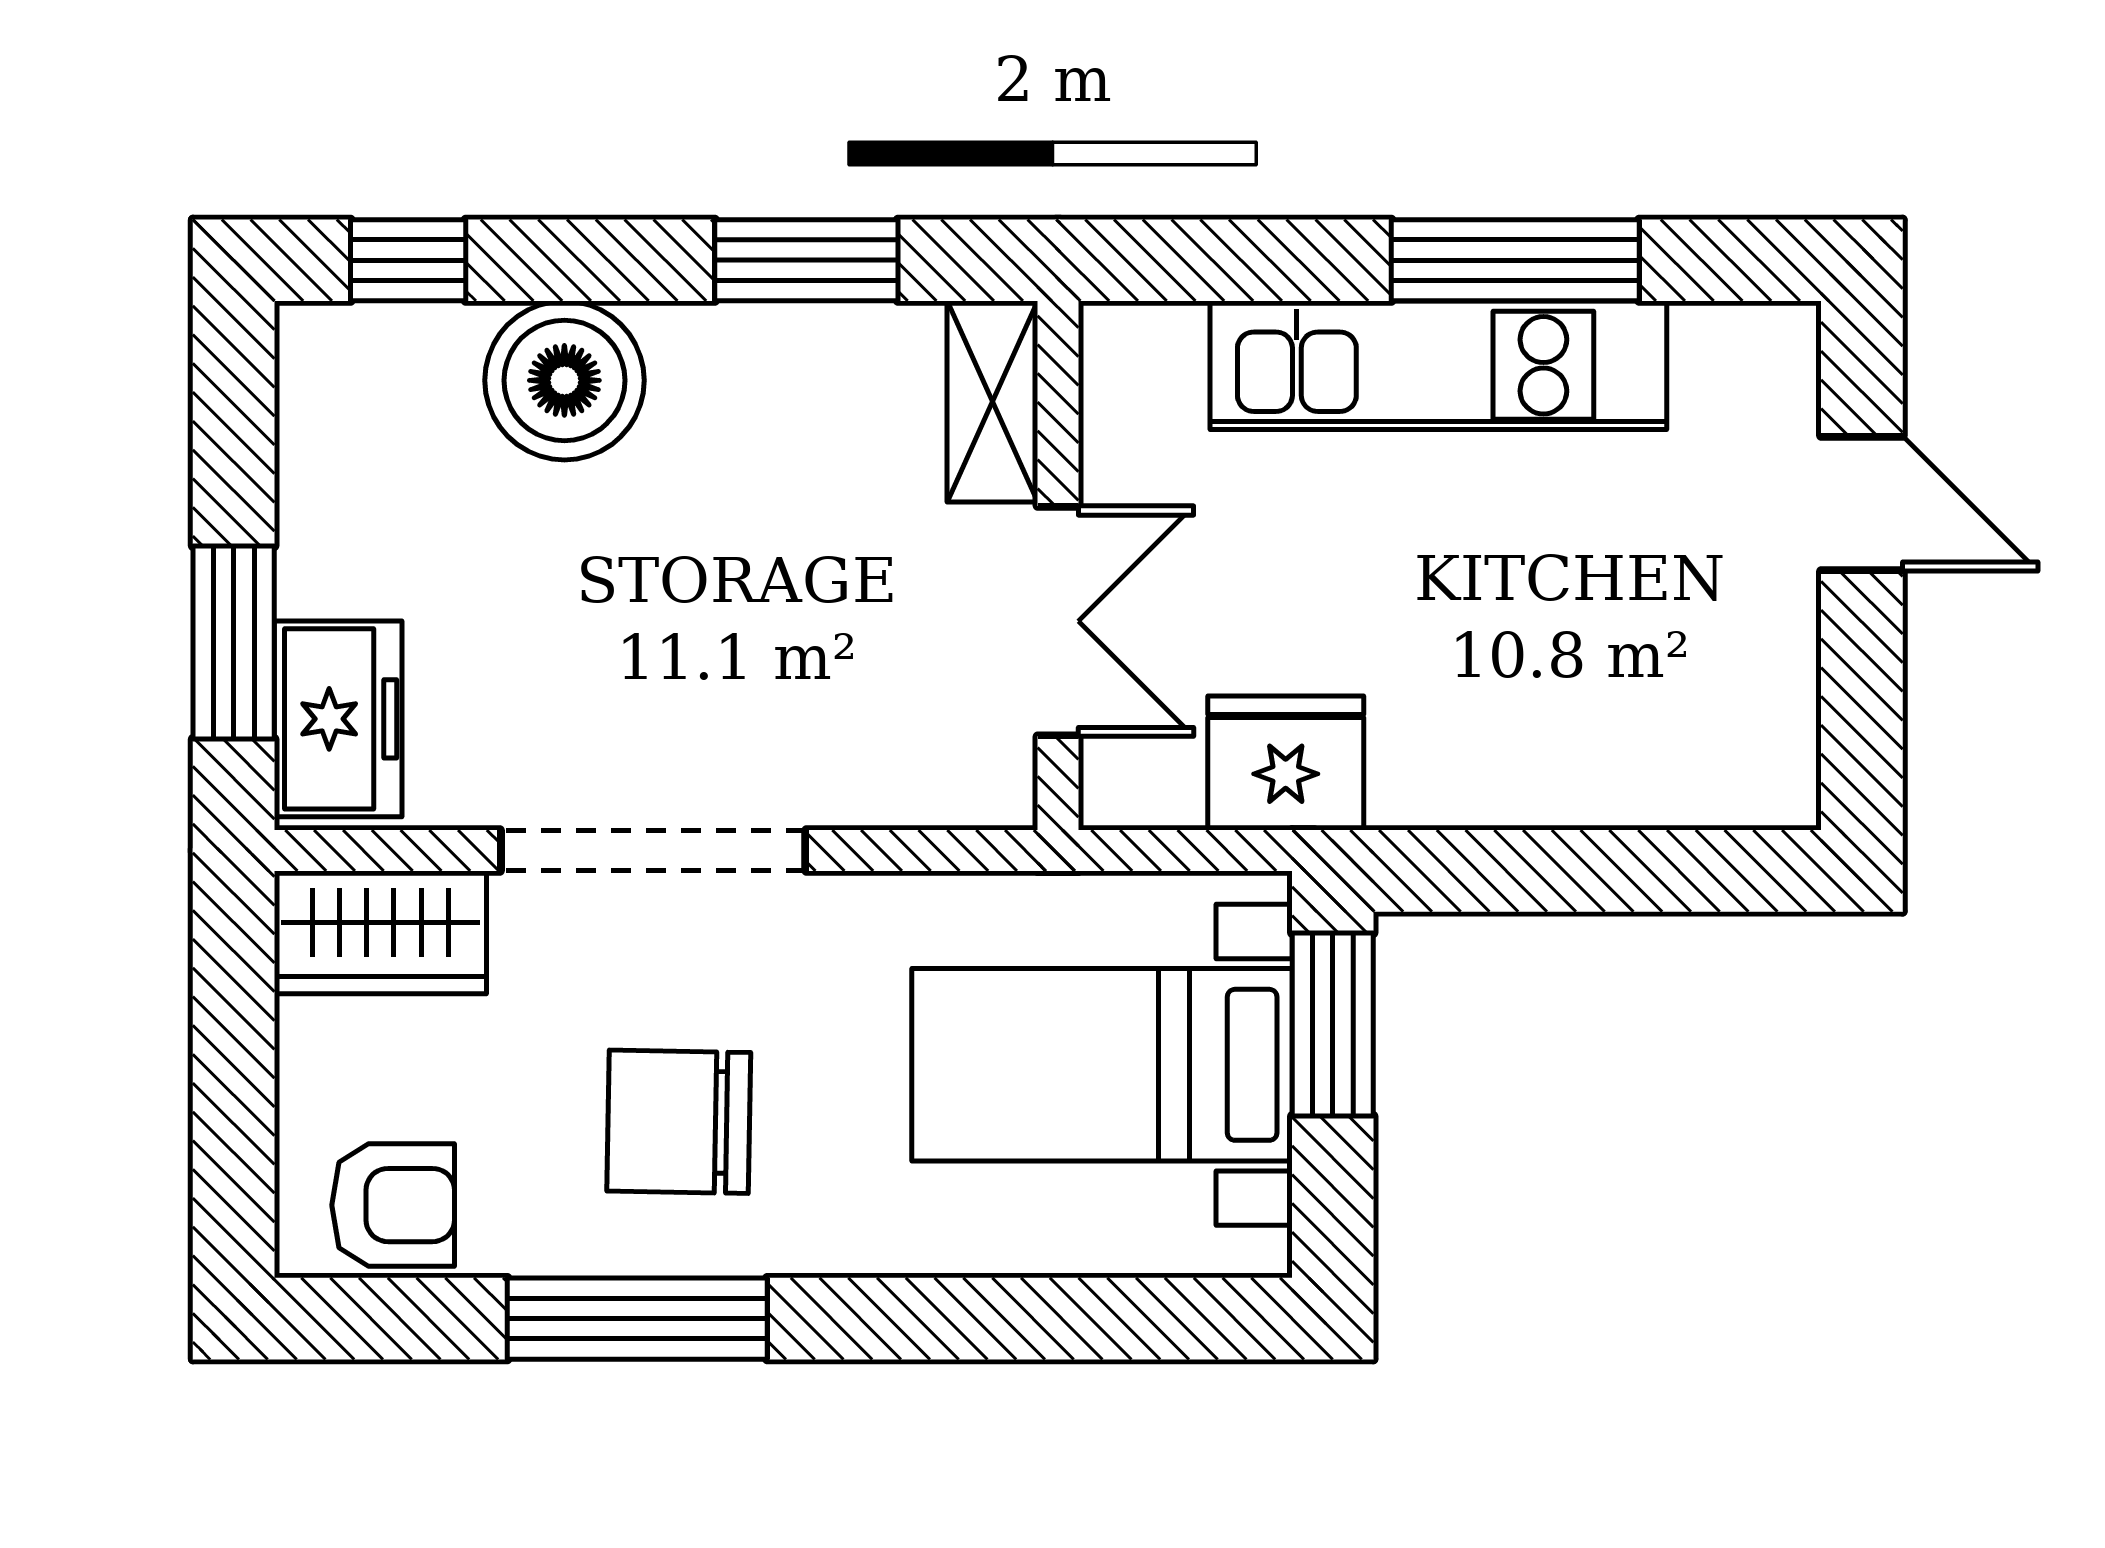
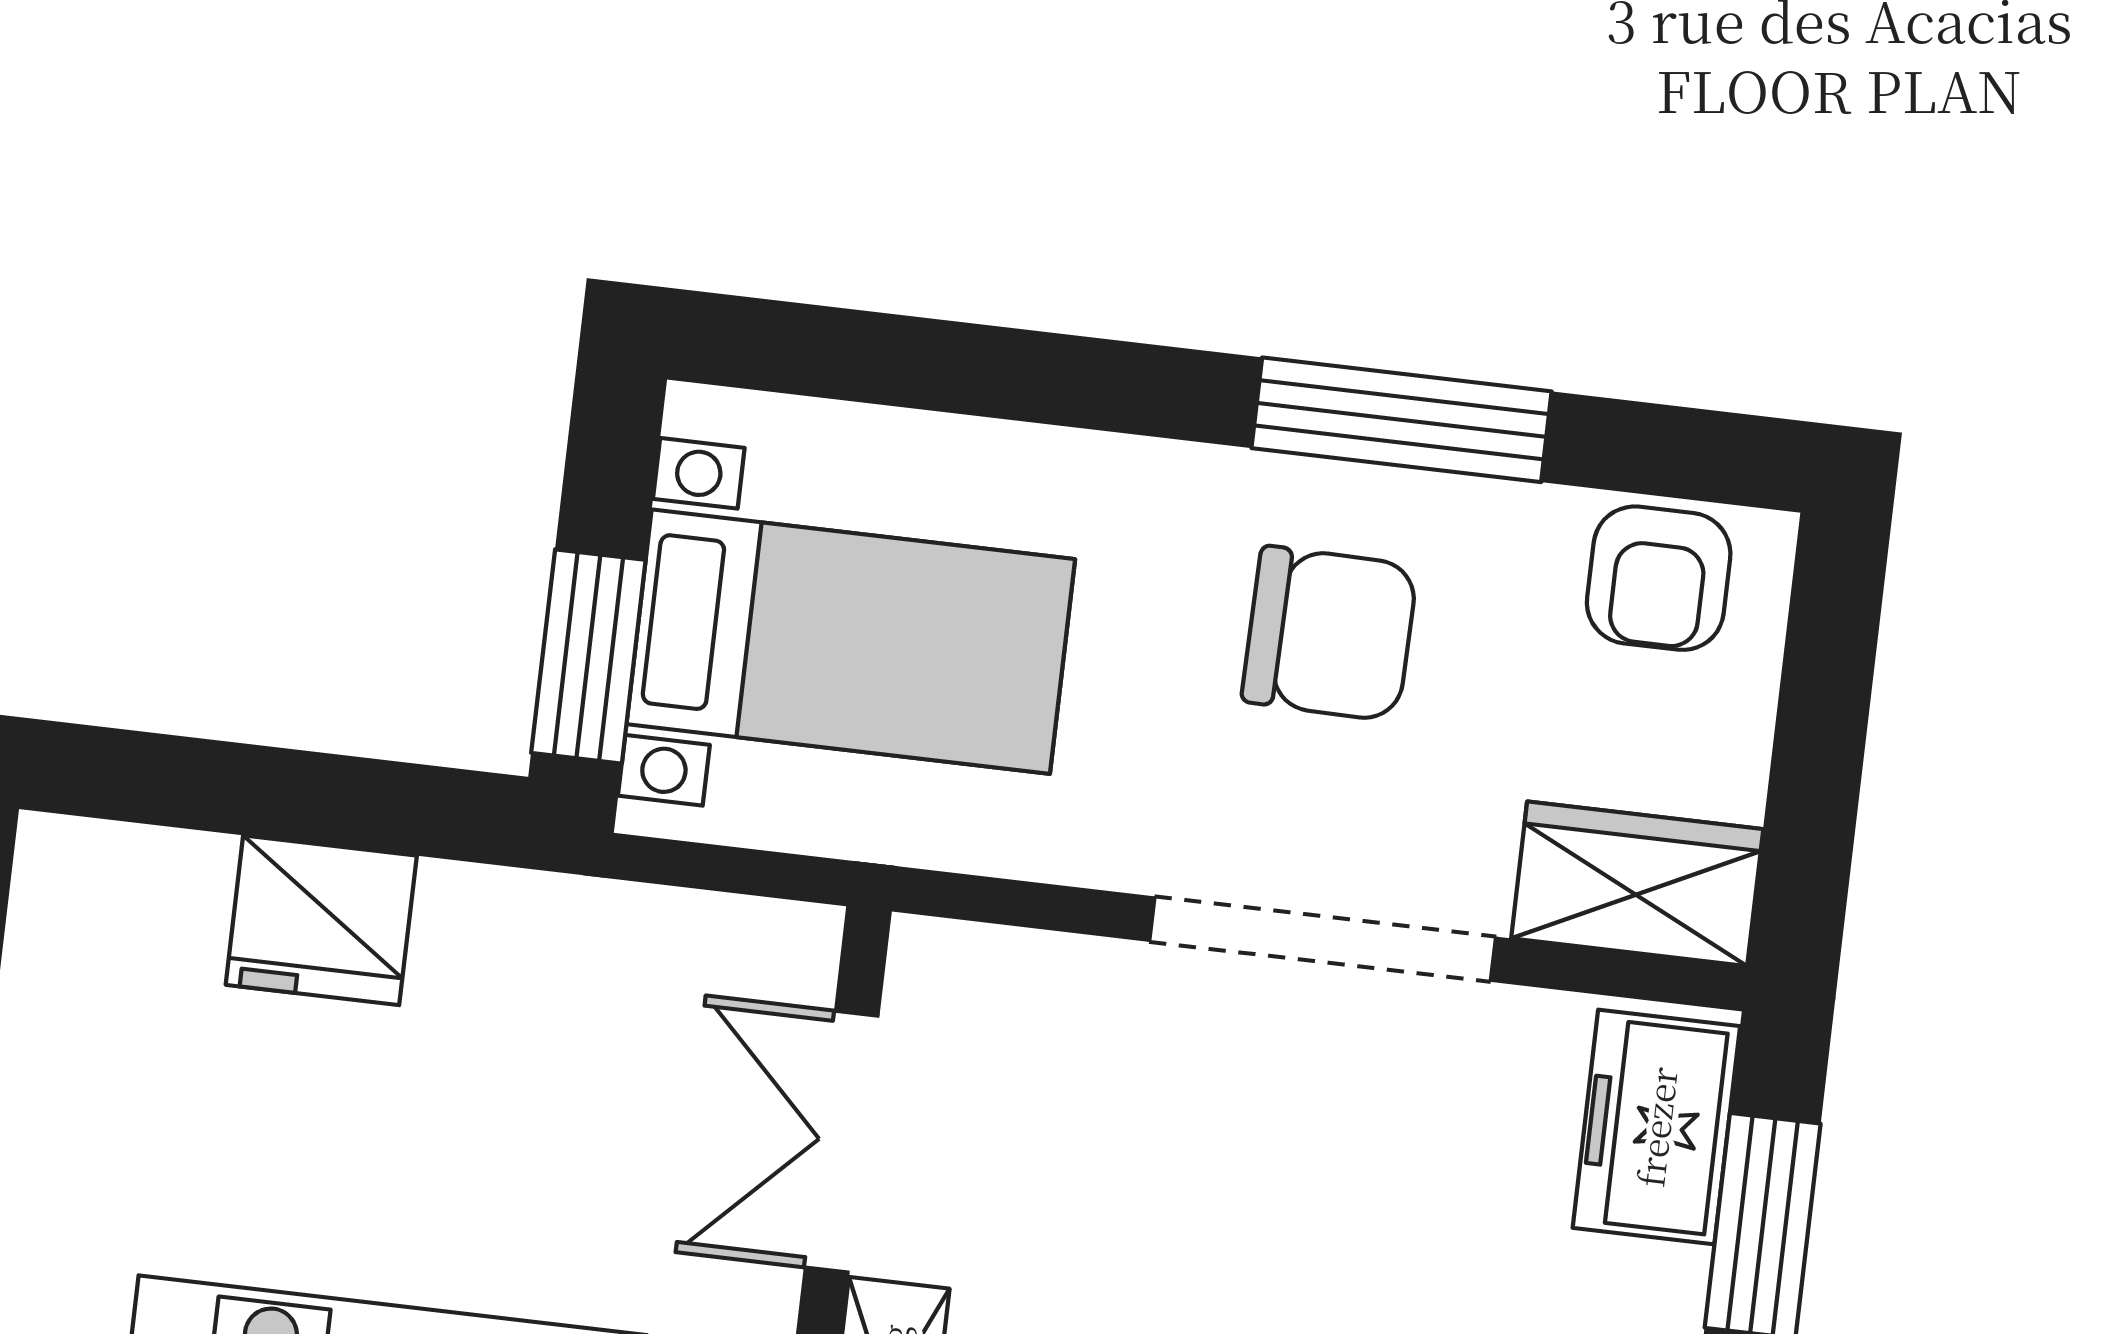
fridge: (1286, 763) -> (321, 920), moved
armchair: (393, 1205) -> (1659, 578), turned -90

